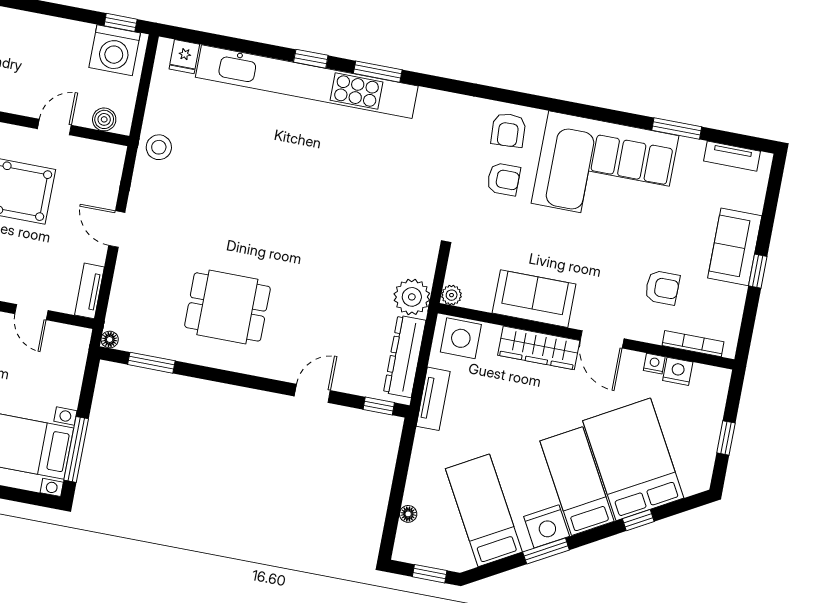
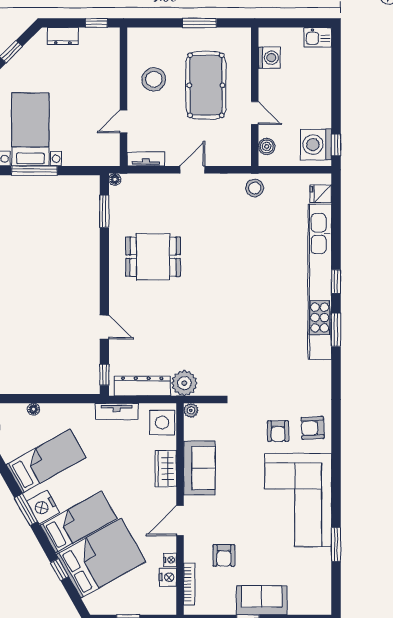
tv unit: (732, 156) -> (324, 586), removed
dining table: (227, 307) -> (153, 257), turned 90
wardrobe: (539, 348) -> (166, 469), width x0.67

